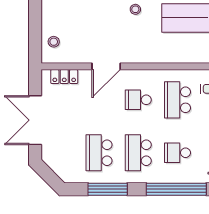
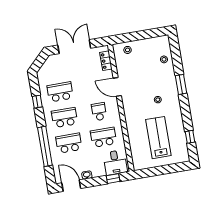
school desk: (178, 153) -> (69, 143), width x1.85
window: (108, 189) -> (37, 102), width x0.46

